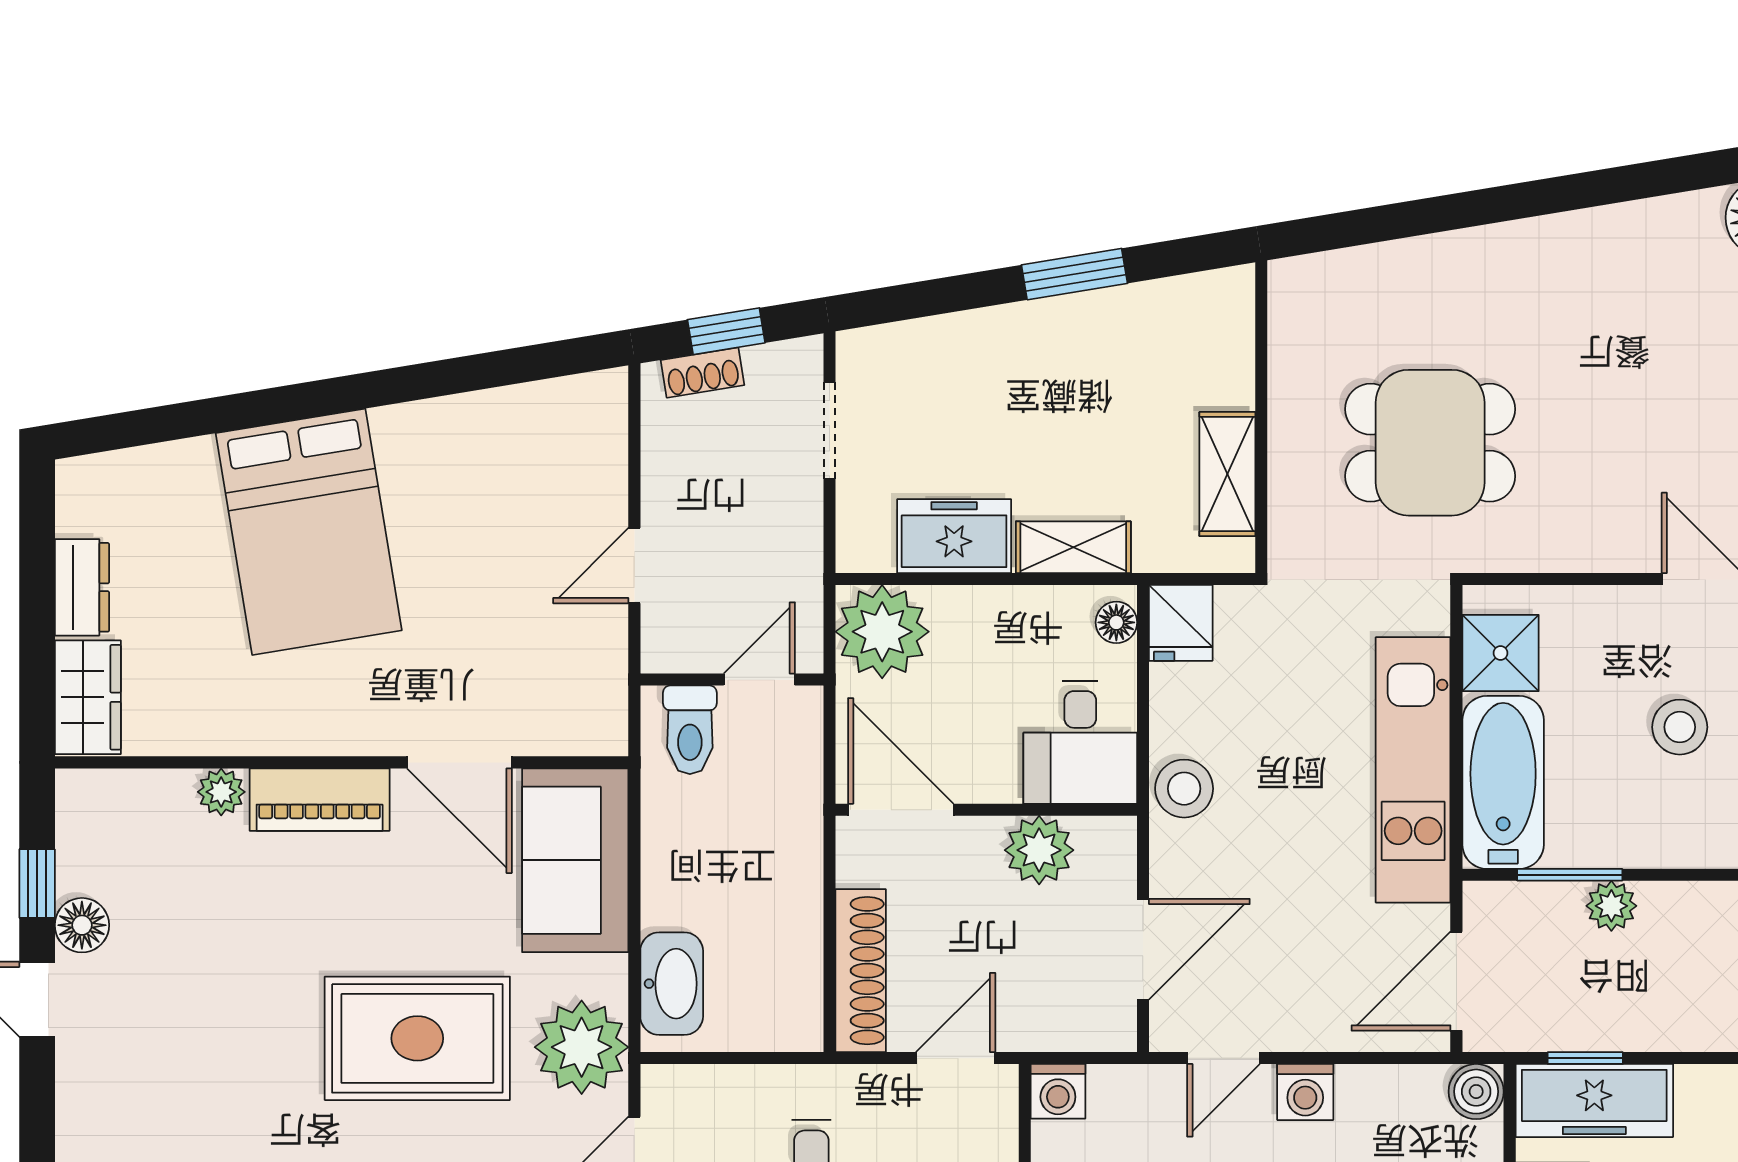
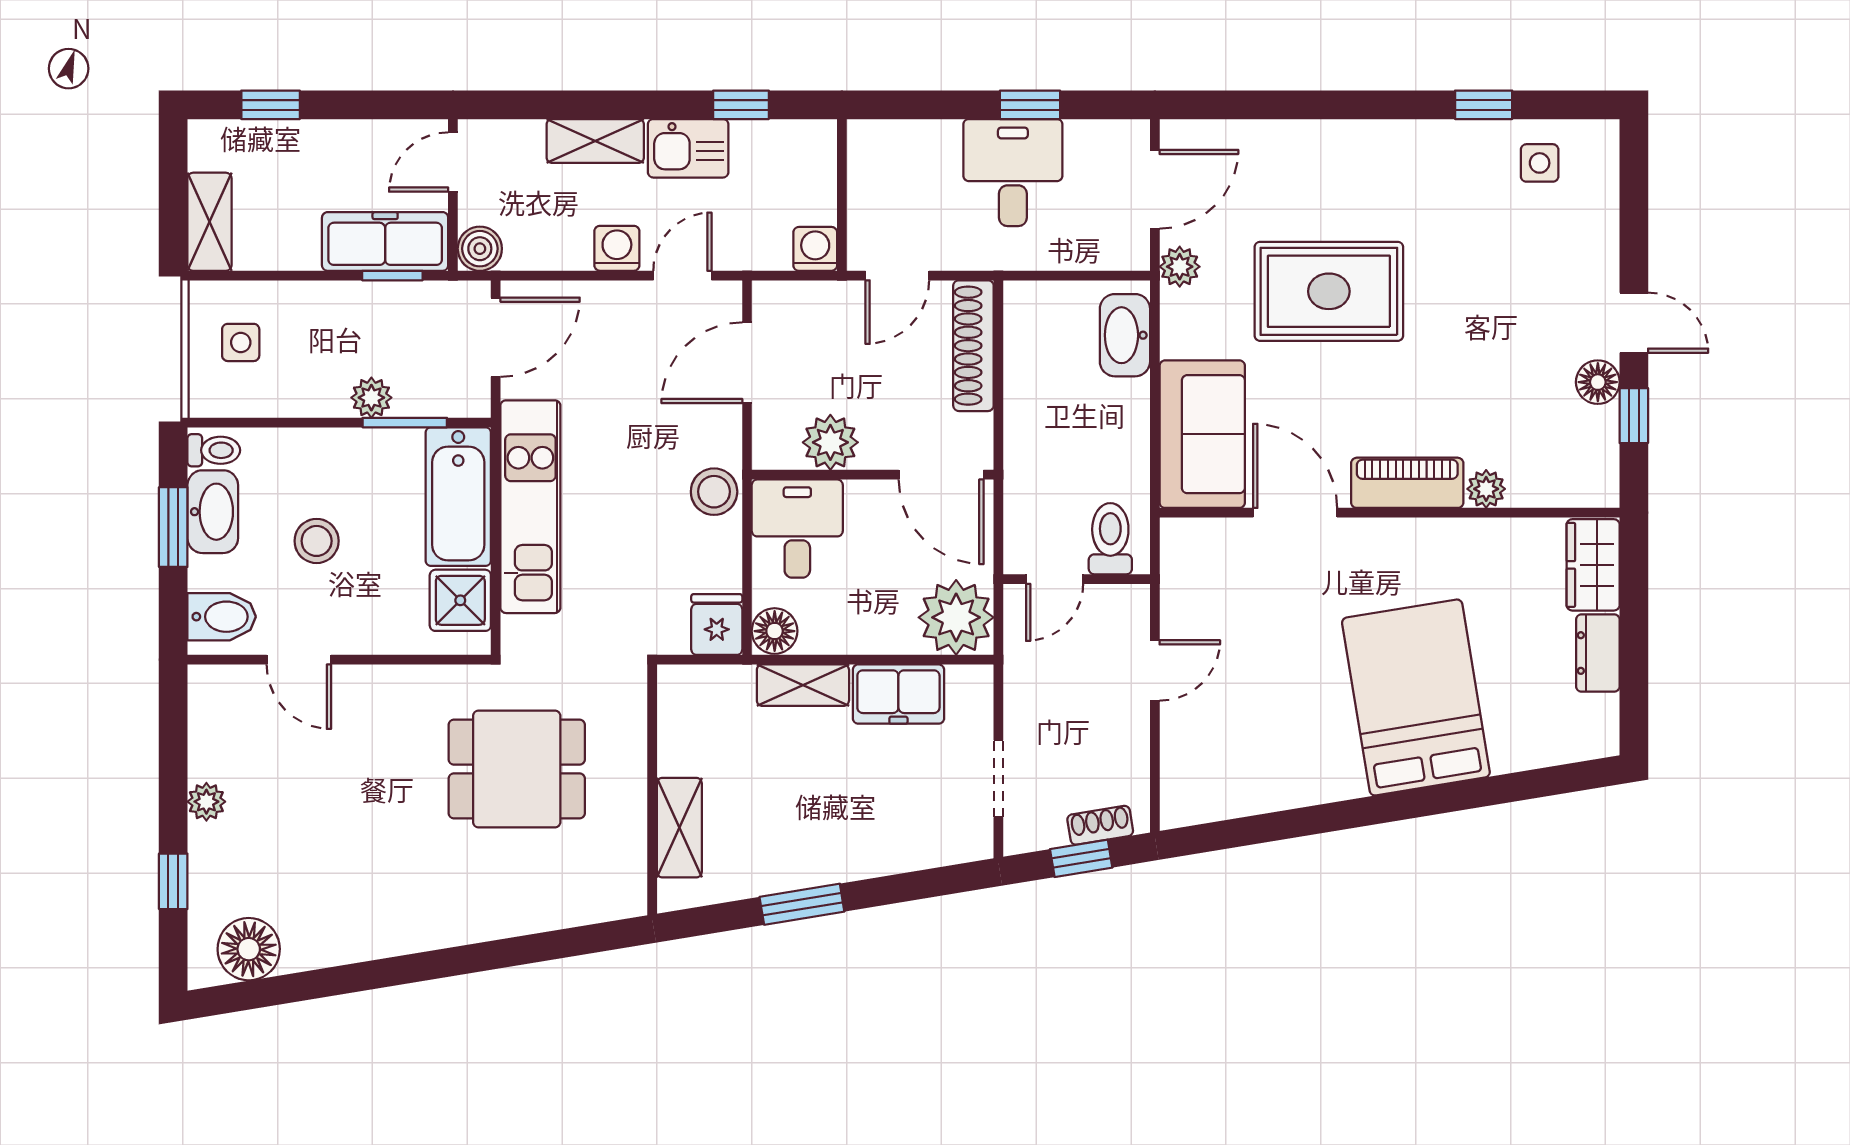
shelving: (1227, 474) -> (679, 828), moved
floor lamp: (1116, 622) -> (775, 631), width x1.37, depth x1.37
plant: (582, 1047) -> (1180, 267), width x0.53, depth x0.53

